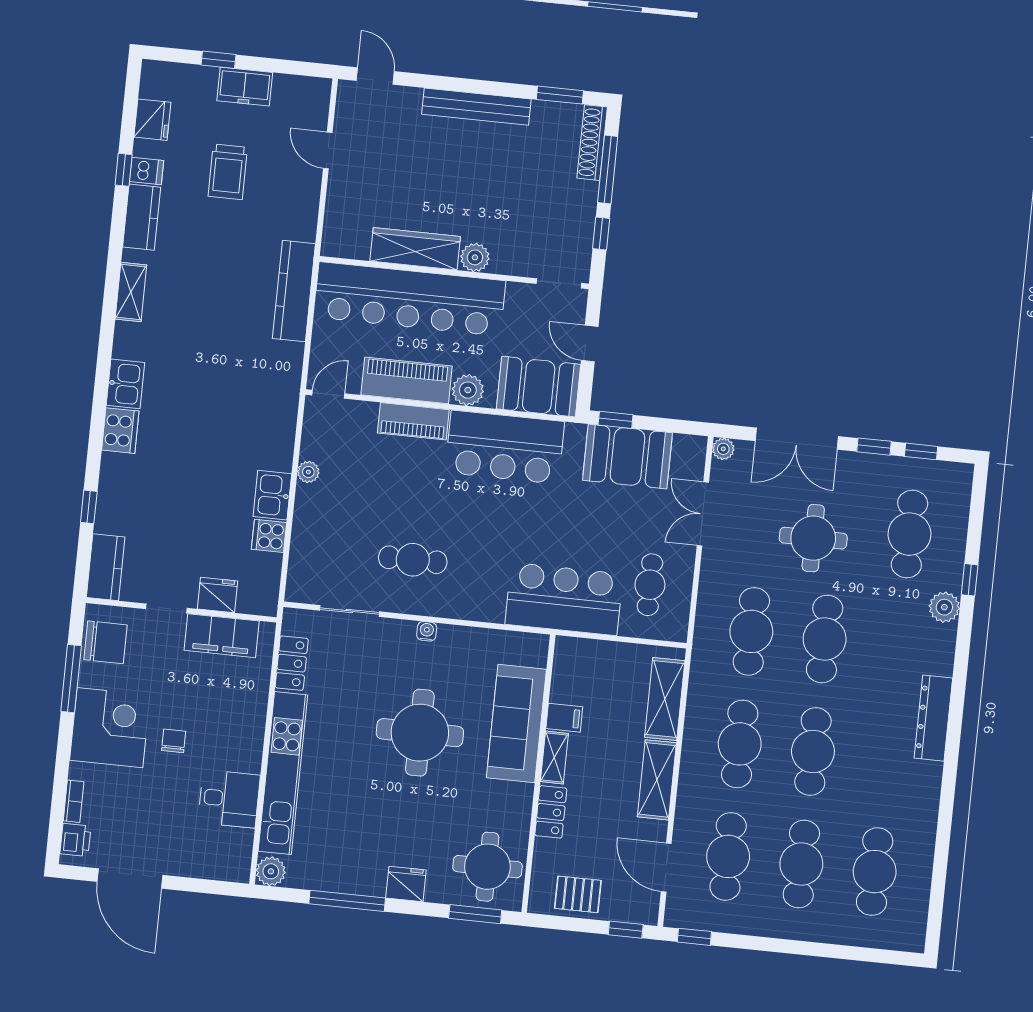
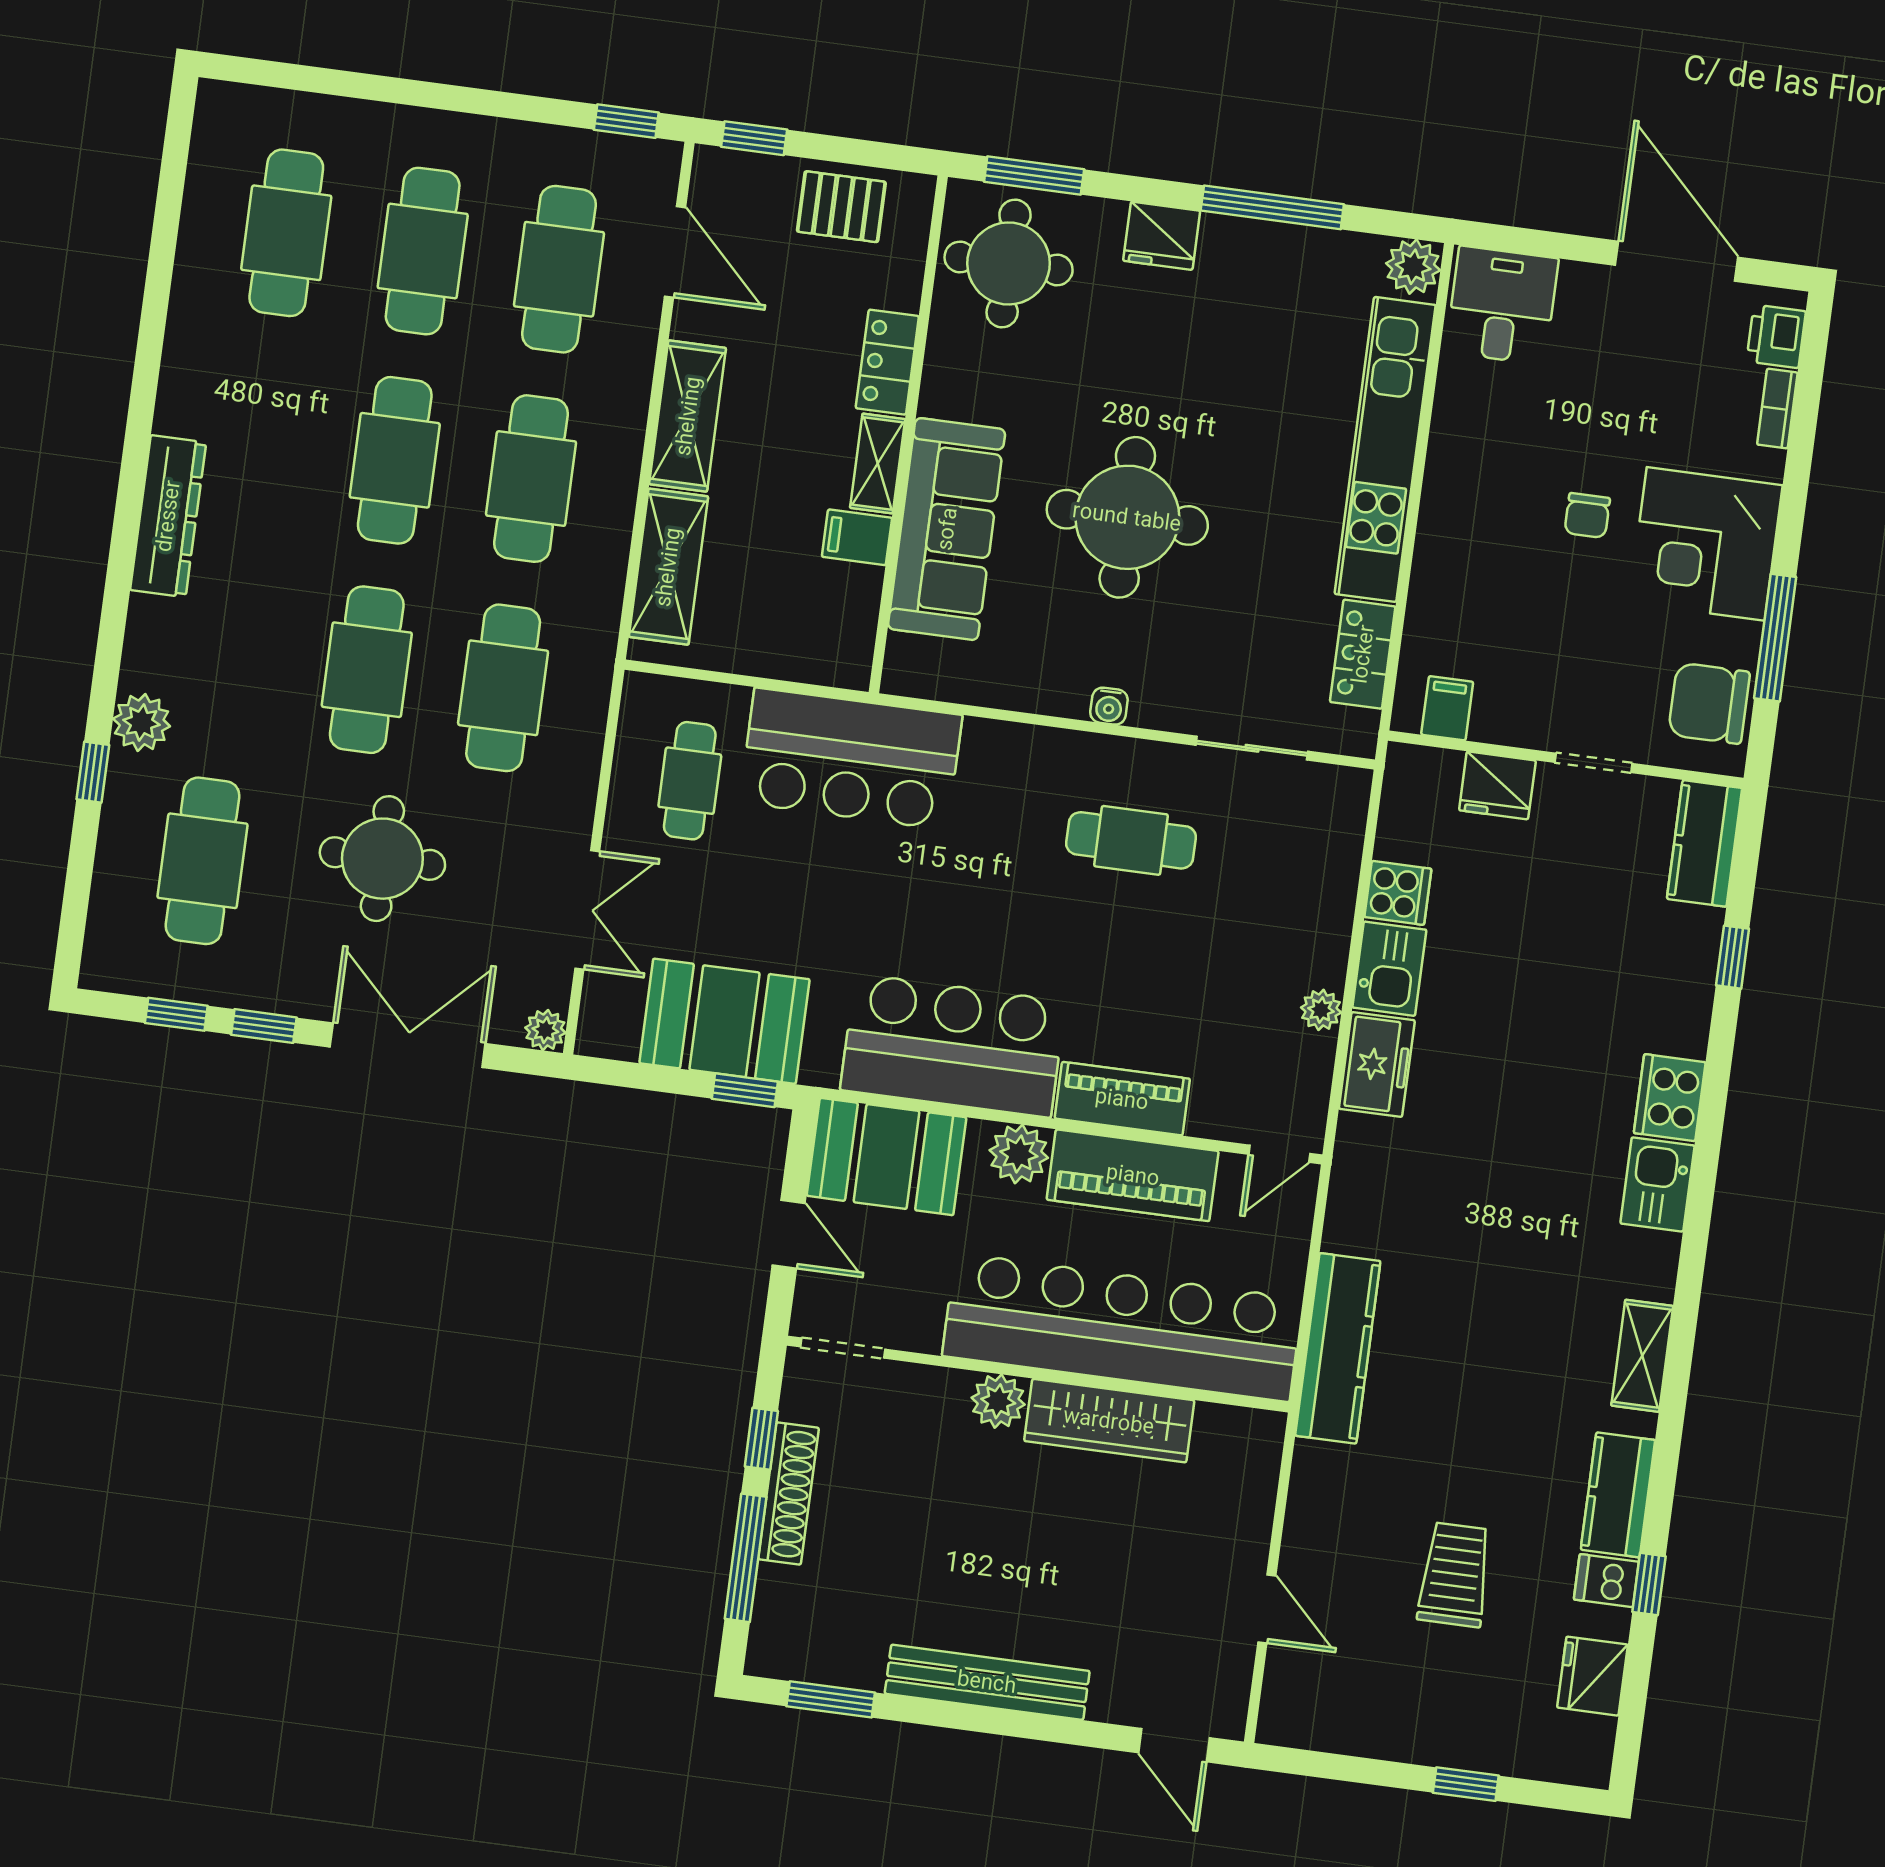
freezer: (245, 87) -> (1377, 1064), moved, turned 90
shoe rack: (592, 143) -> (789, 1493), moved
filing cabinet: (222, 636) -> (1447, 708), width x0.33, depth x0.86
desk: (229, 799) -> (1502, 305), moved, turned 90

